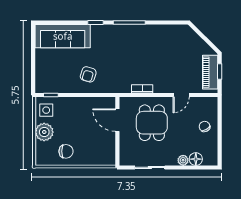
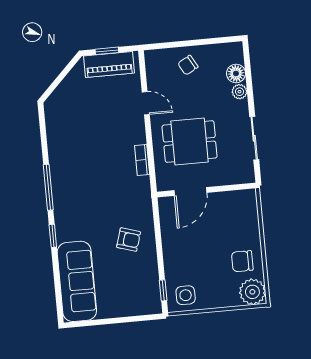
plant: (44, 132) -> (252, 292), moved
chair: (66, 151) -> (242, 261), turned -90

